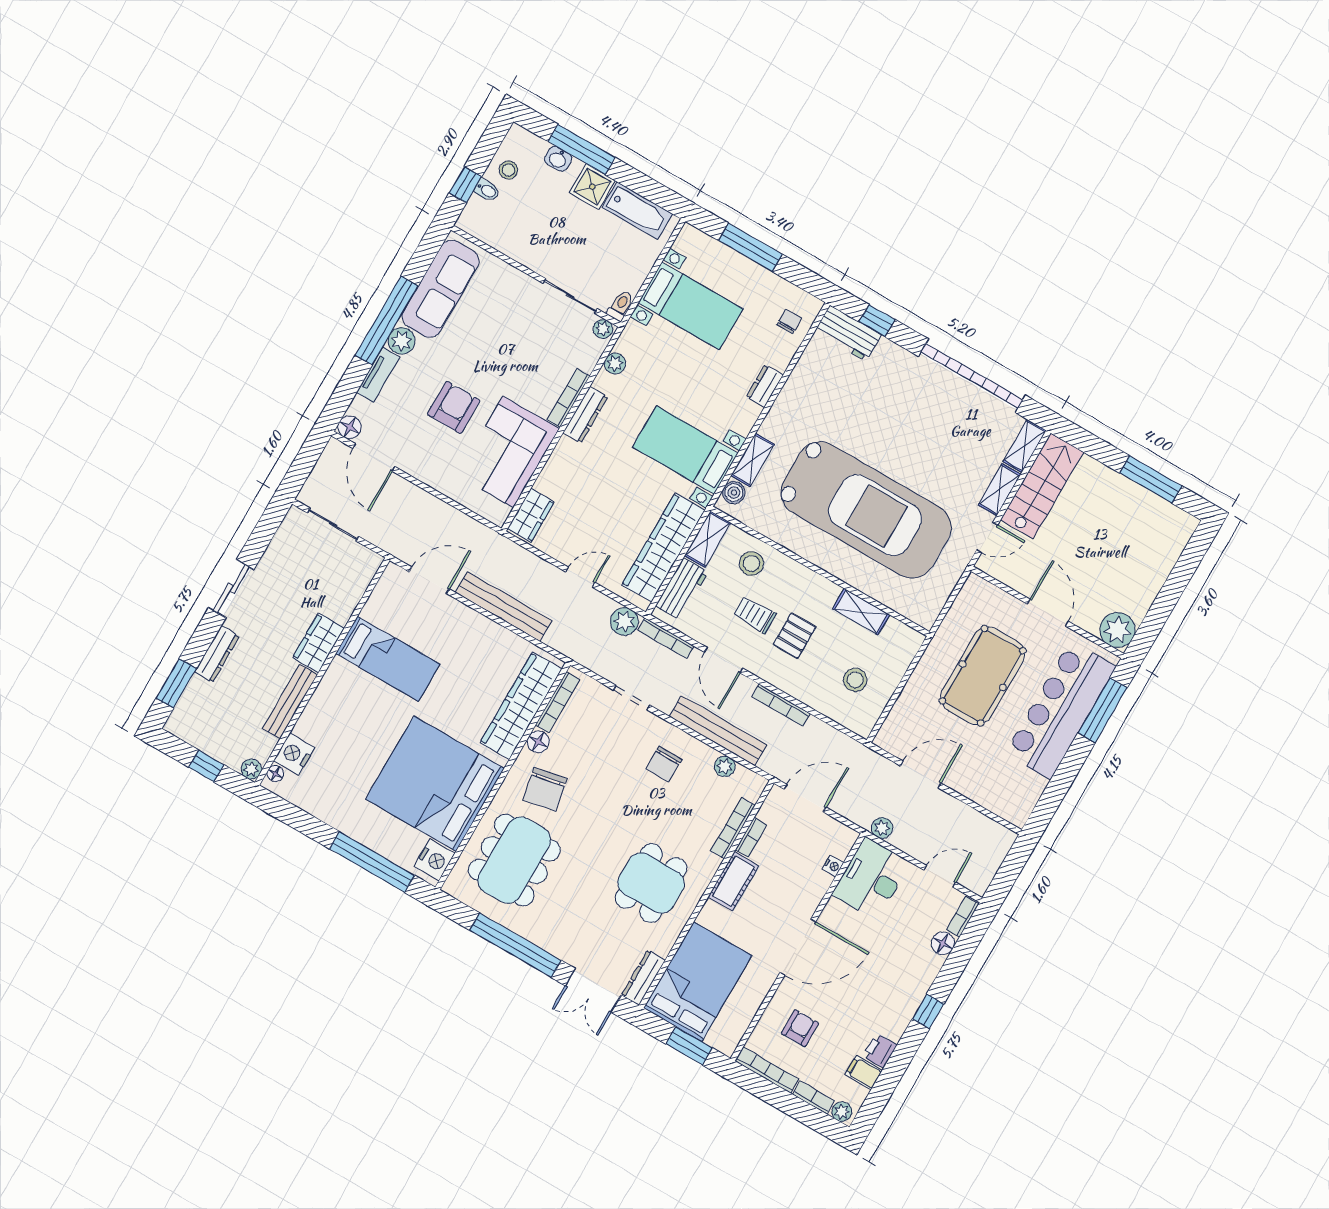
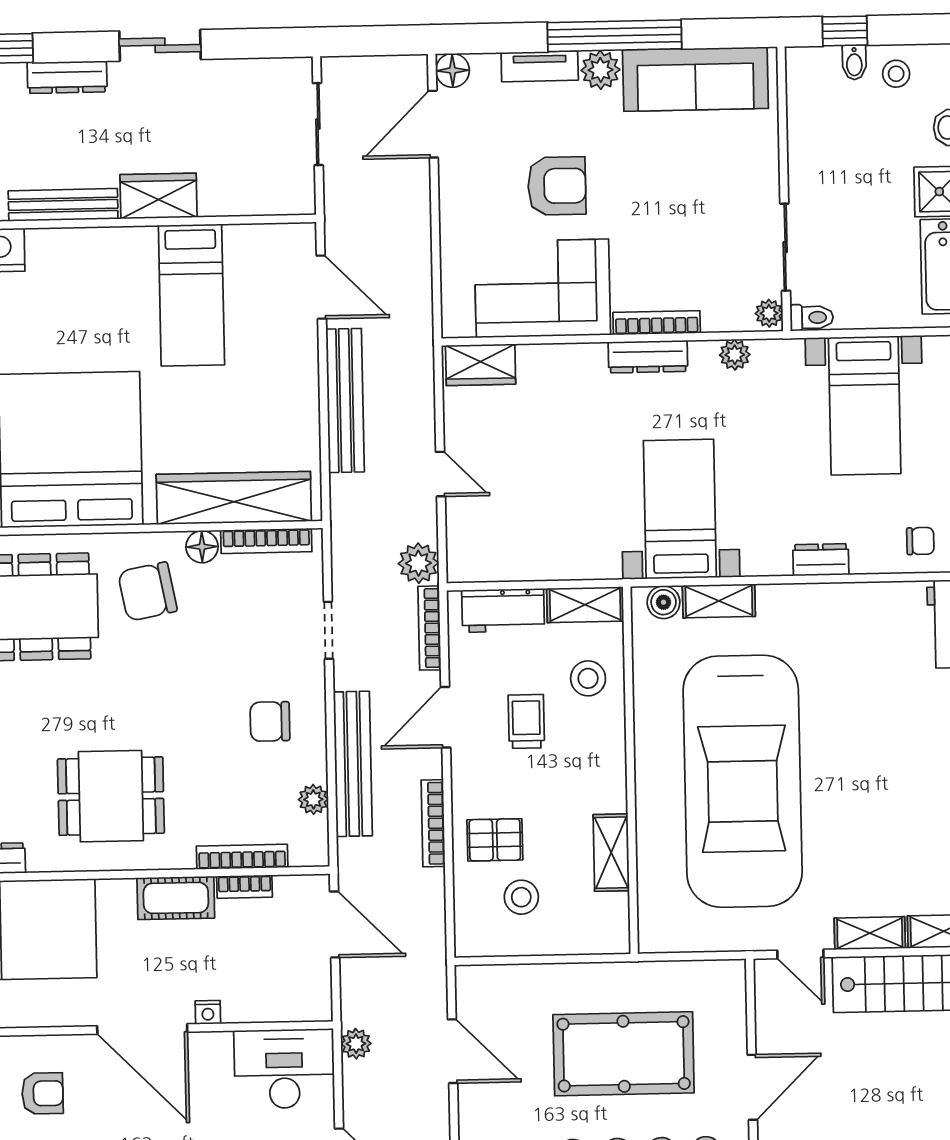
wardrobe: (663, 547) -> (541, 556), removed
pallet: (795, 636) -> (495, 840), moved
nightstand: (833, 866) -> (208, 1012), moved

